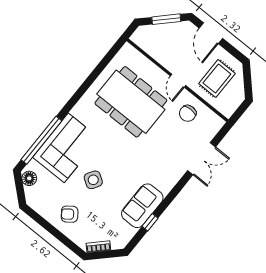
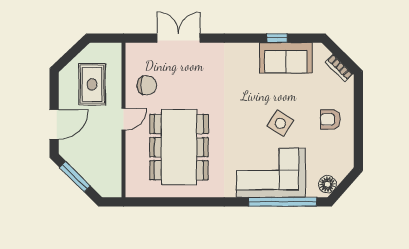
rug: (217, 78) -> (92, 84), turned 90
sofa: (142, 206) -> (286, 58), moved
armchair: (70, 214) -> (330, 119), turned 127

